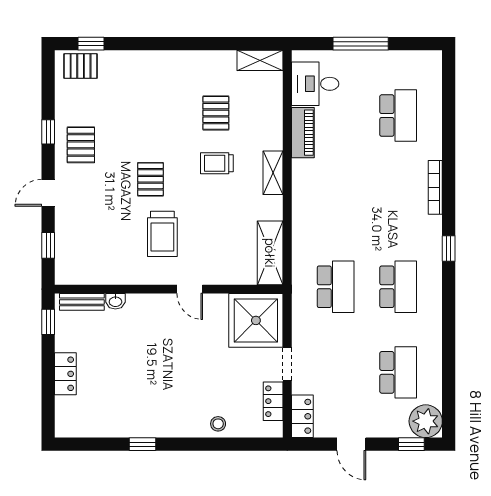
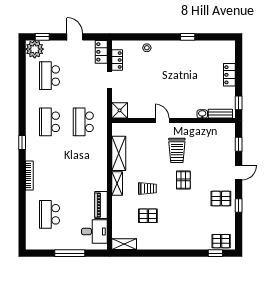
pallet: (216, 113) -> (148, 216), turned 90
pallet: (81, 145) -> (221, 198), turned 90
trolley: (162, 234) -> (177, 150), turned 180
shelving: (270, 253) -> (119, 153), moved
shower: (256, 320) -> (120, 110), width x0.54, depth x0.54

